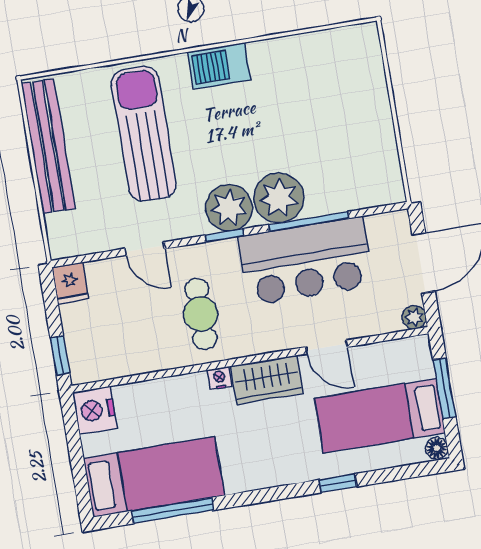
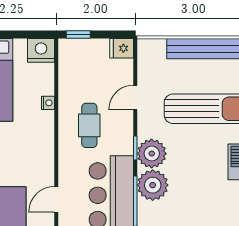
cafe table: (201, 314) -> (89, 125), turned 90
nightstand: (219, 378) -> (48, 103), moved
wardrobe: (267, 380) -> (42, 159), removed

